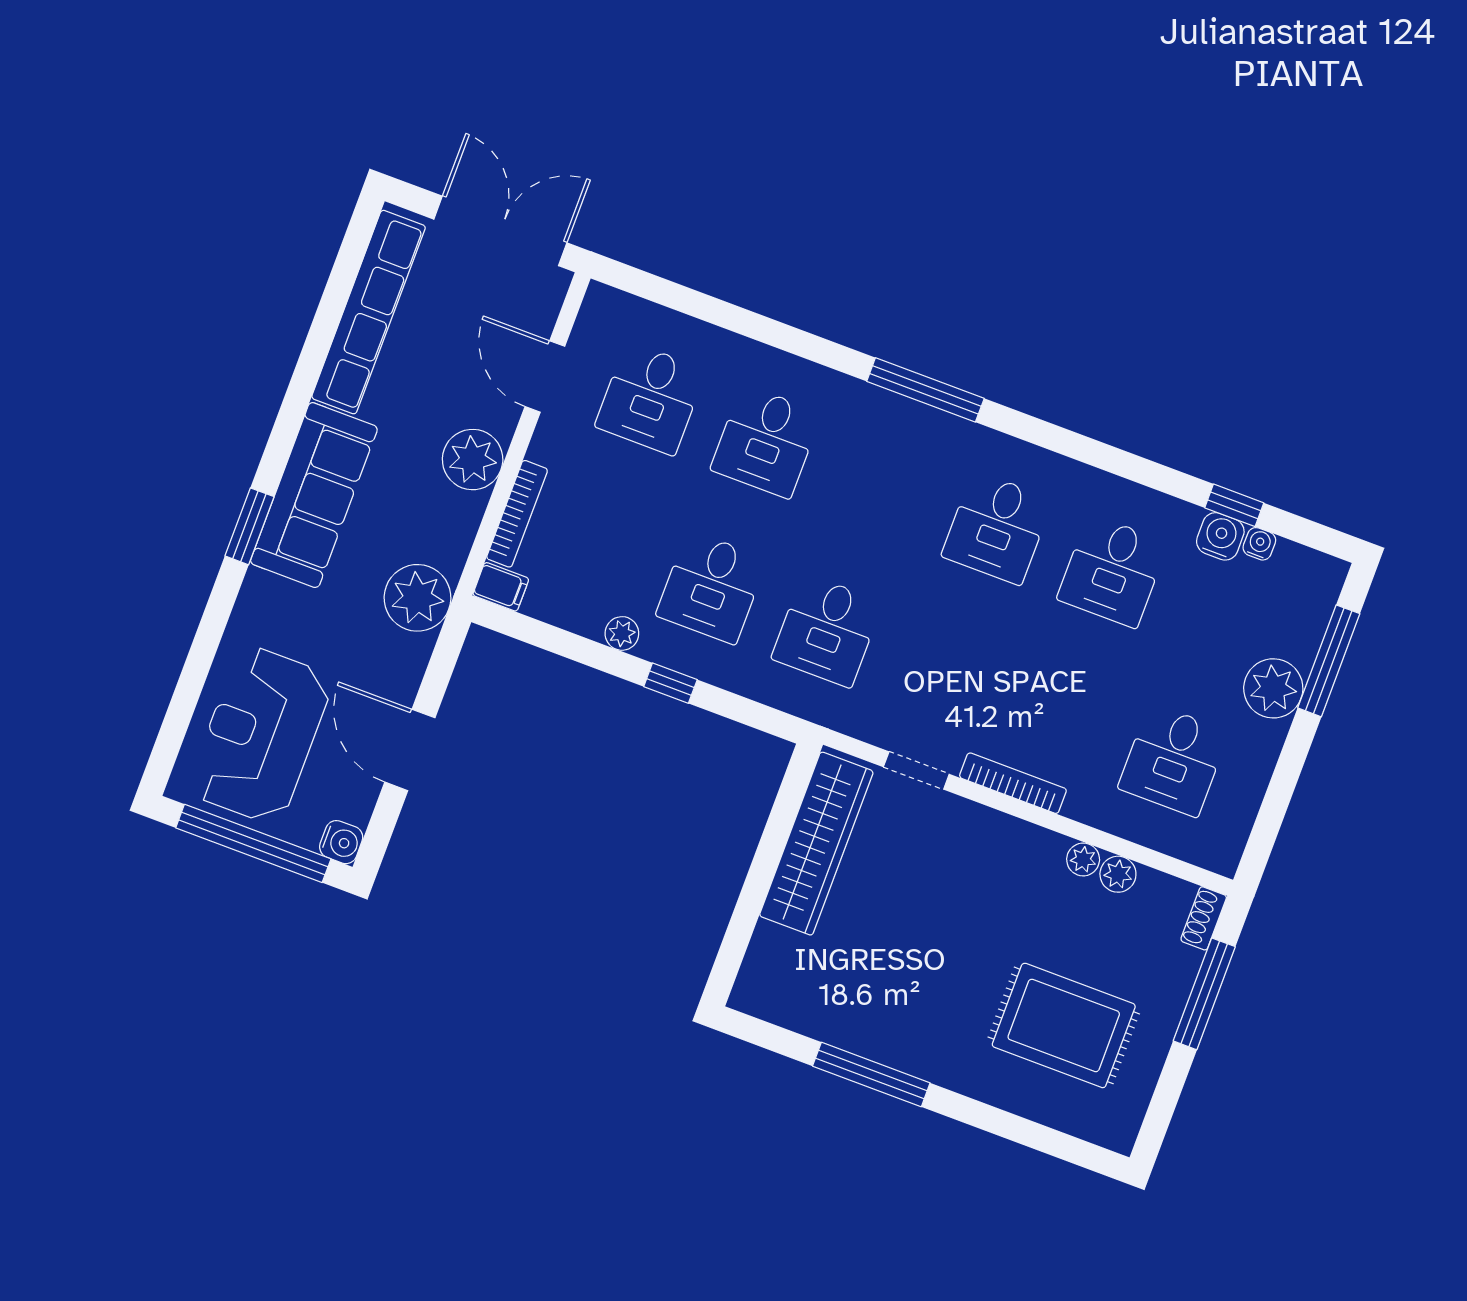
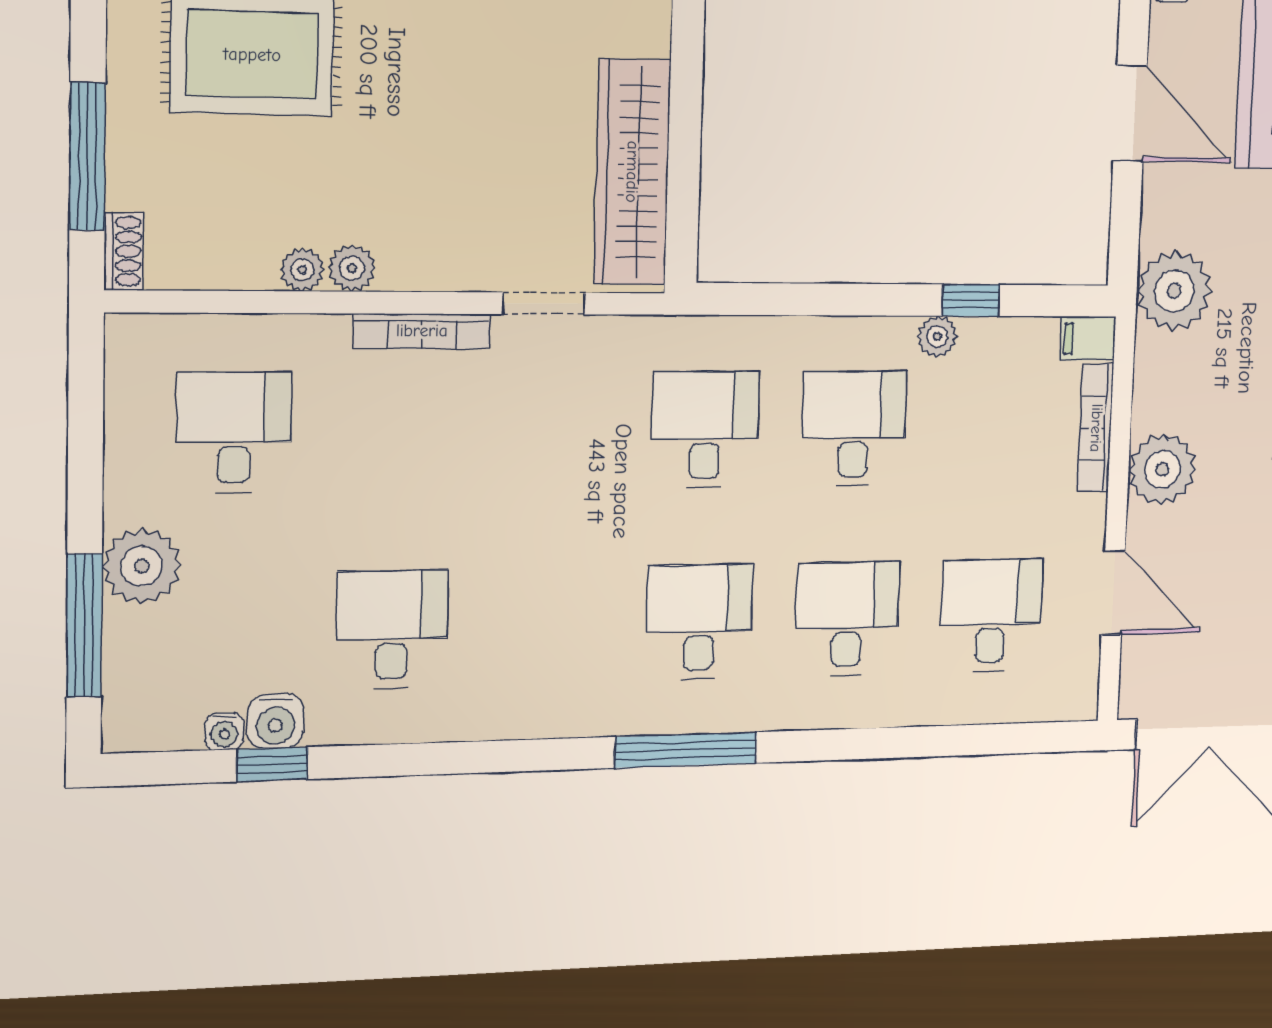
desk: (997, 528) -> (699, 622), moved
window: (670, 683) -> (971, 300), moved
plant: (1118, 874) -> (352, 268), moved

